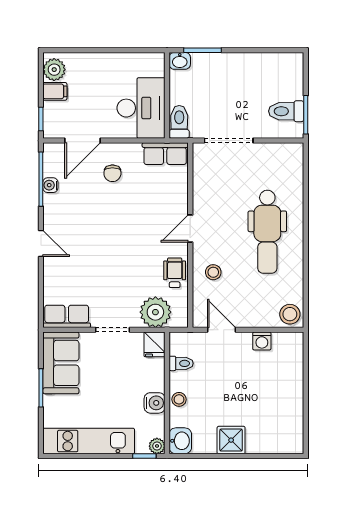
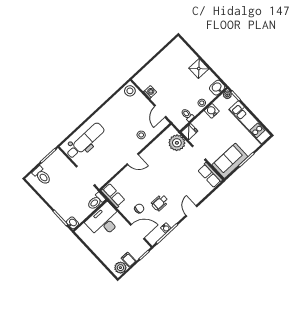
toilet: (286, 111) -> (42, 176), moved
dental chair: (267, 232) -> (85, 141), moved
wheelchair: (175, 273) -> (160, 203), moved

